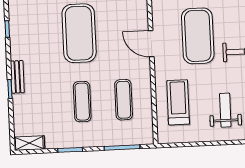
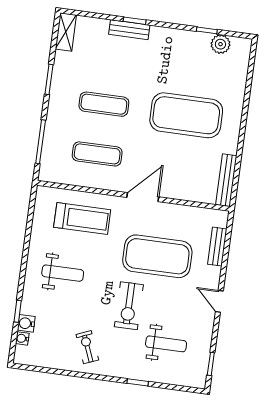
plant: (16, 16) -> (220, 44), added
door: (151, 44) -> (143, 197), moved
bench: (17, 77) -> (129, 30), moved

